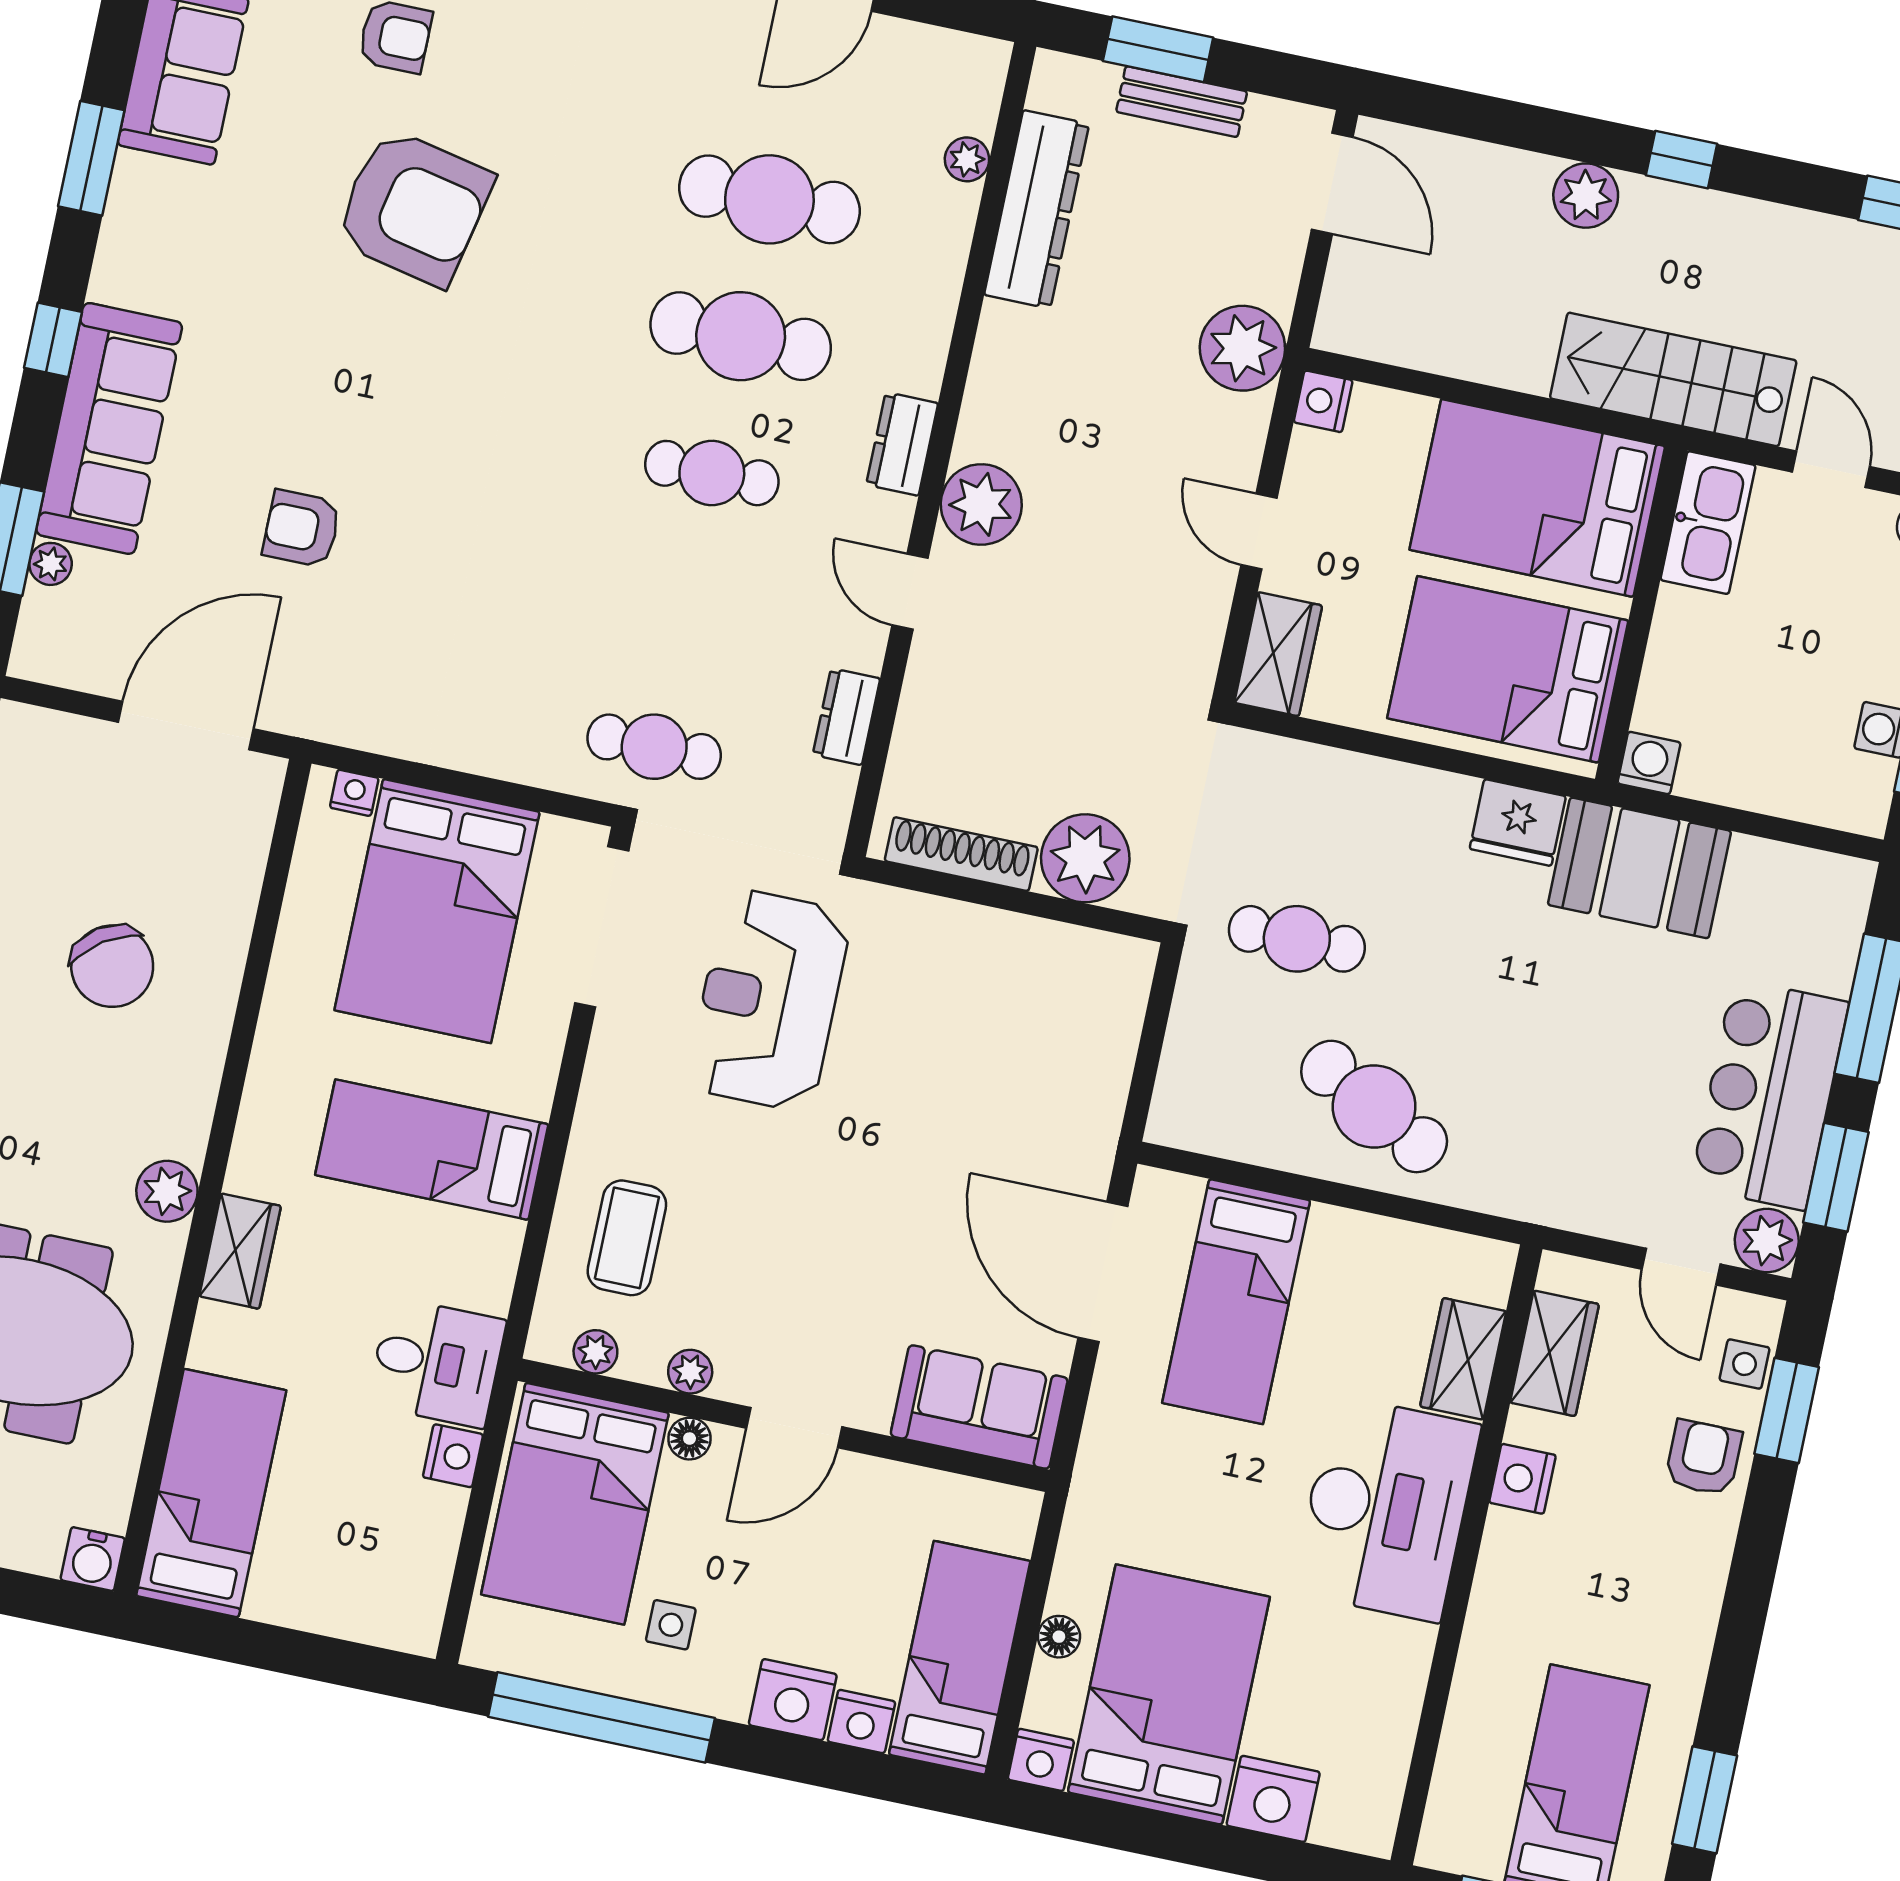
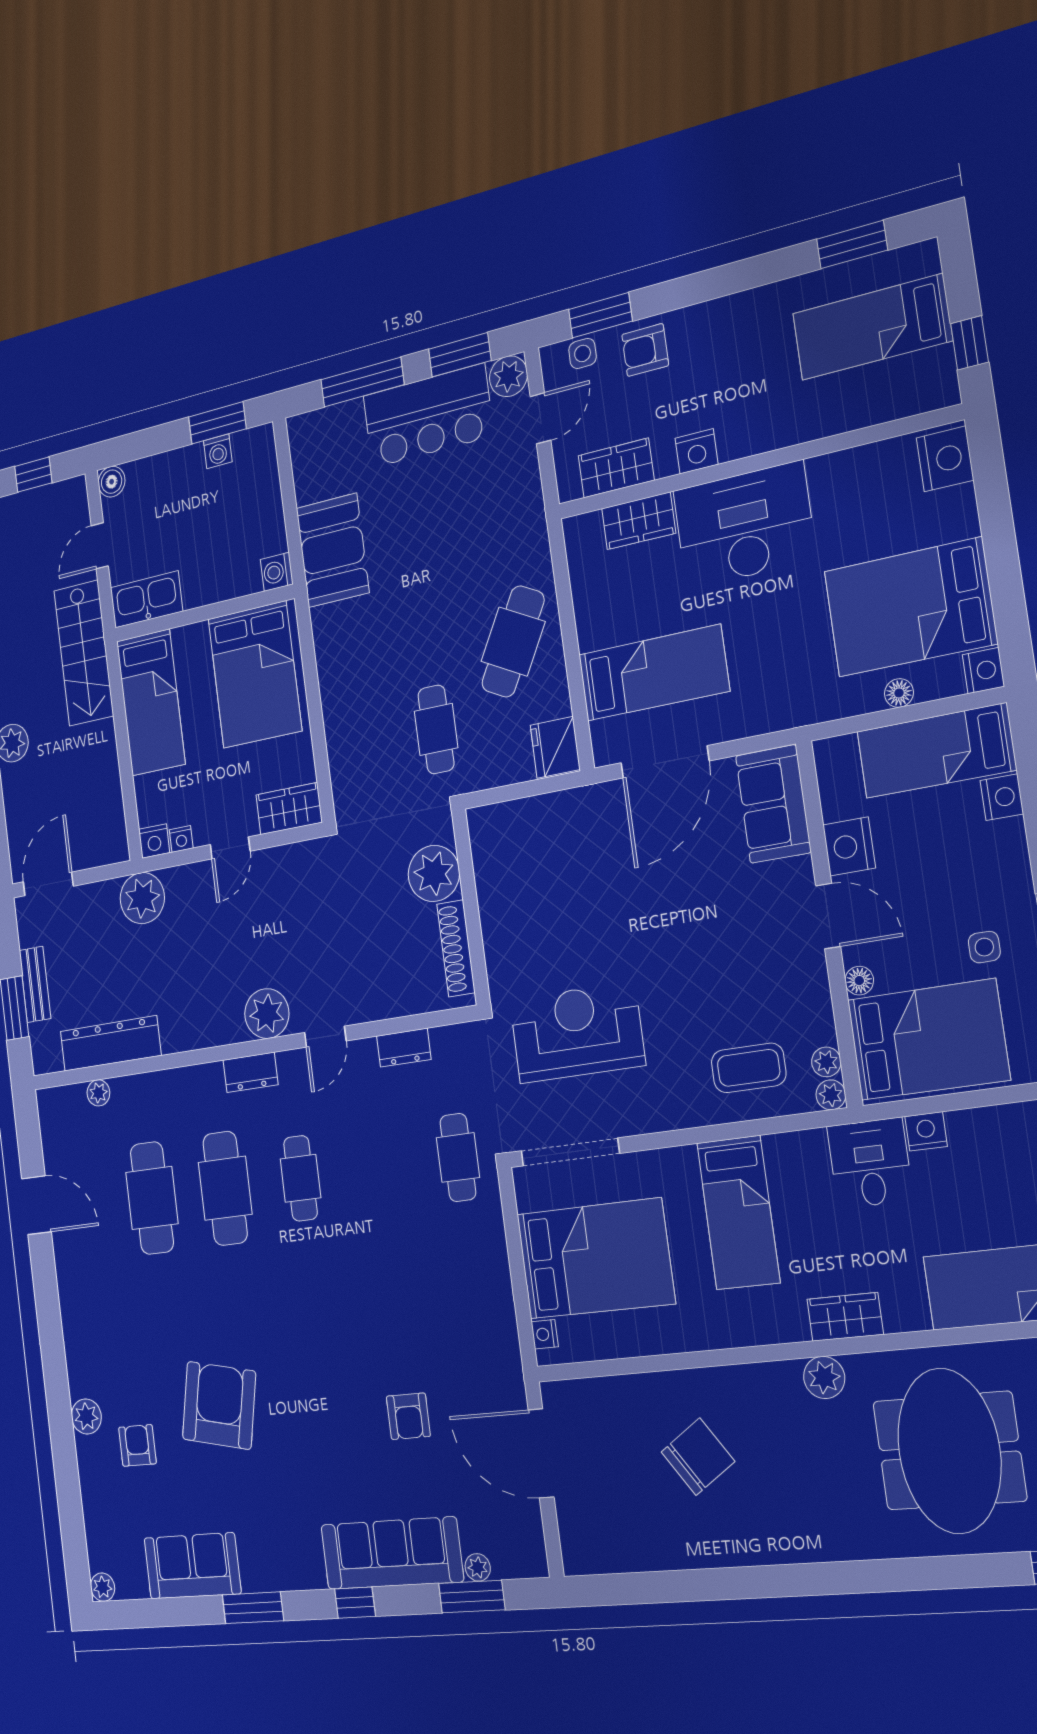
nightstand: (1307, 451) -> (181, 839), added
bed: (1537, 498) -> (151, 702), width x0.67
fridge: (1518, 823) -> (555, 747), moved, turned 180
reception desk: (769, 1000) -> (577, 1032), turned 180
plant: (690, 1372) -> (831, 1095), moved
nightstand: (793, 1700) -> (849, 846), moved, turned 180
nightstand: (1273, 1799) -> (945, 459), moved

